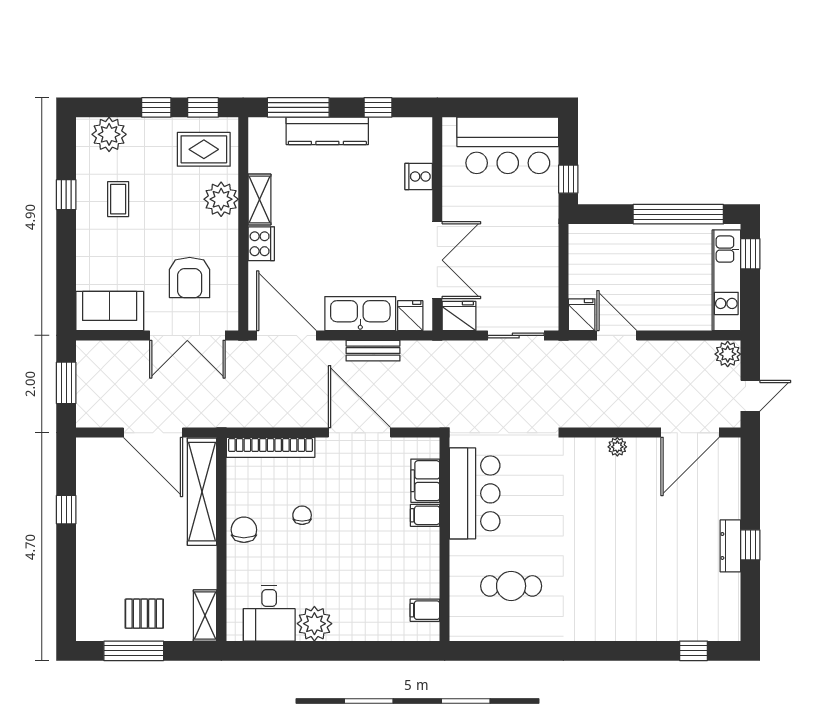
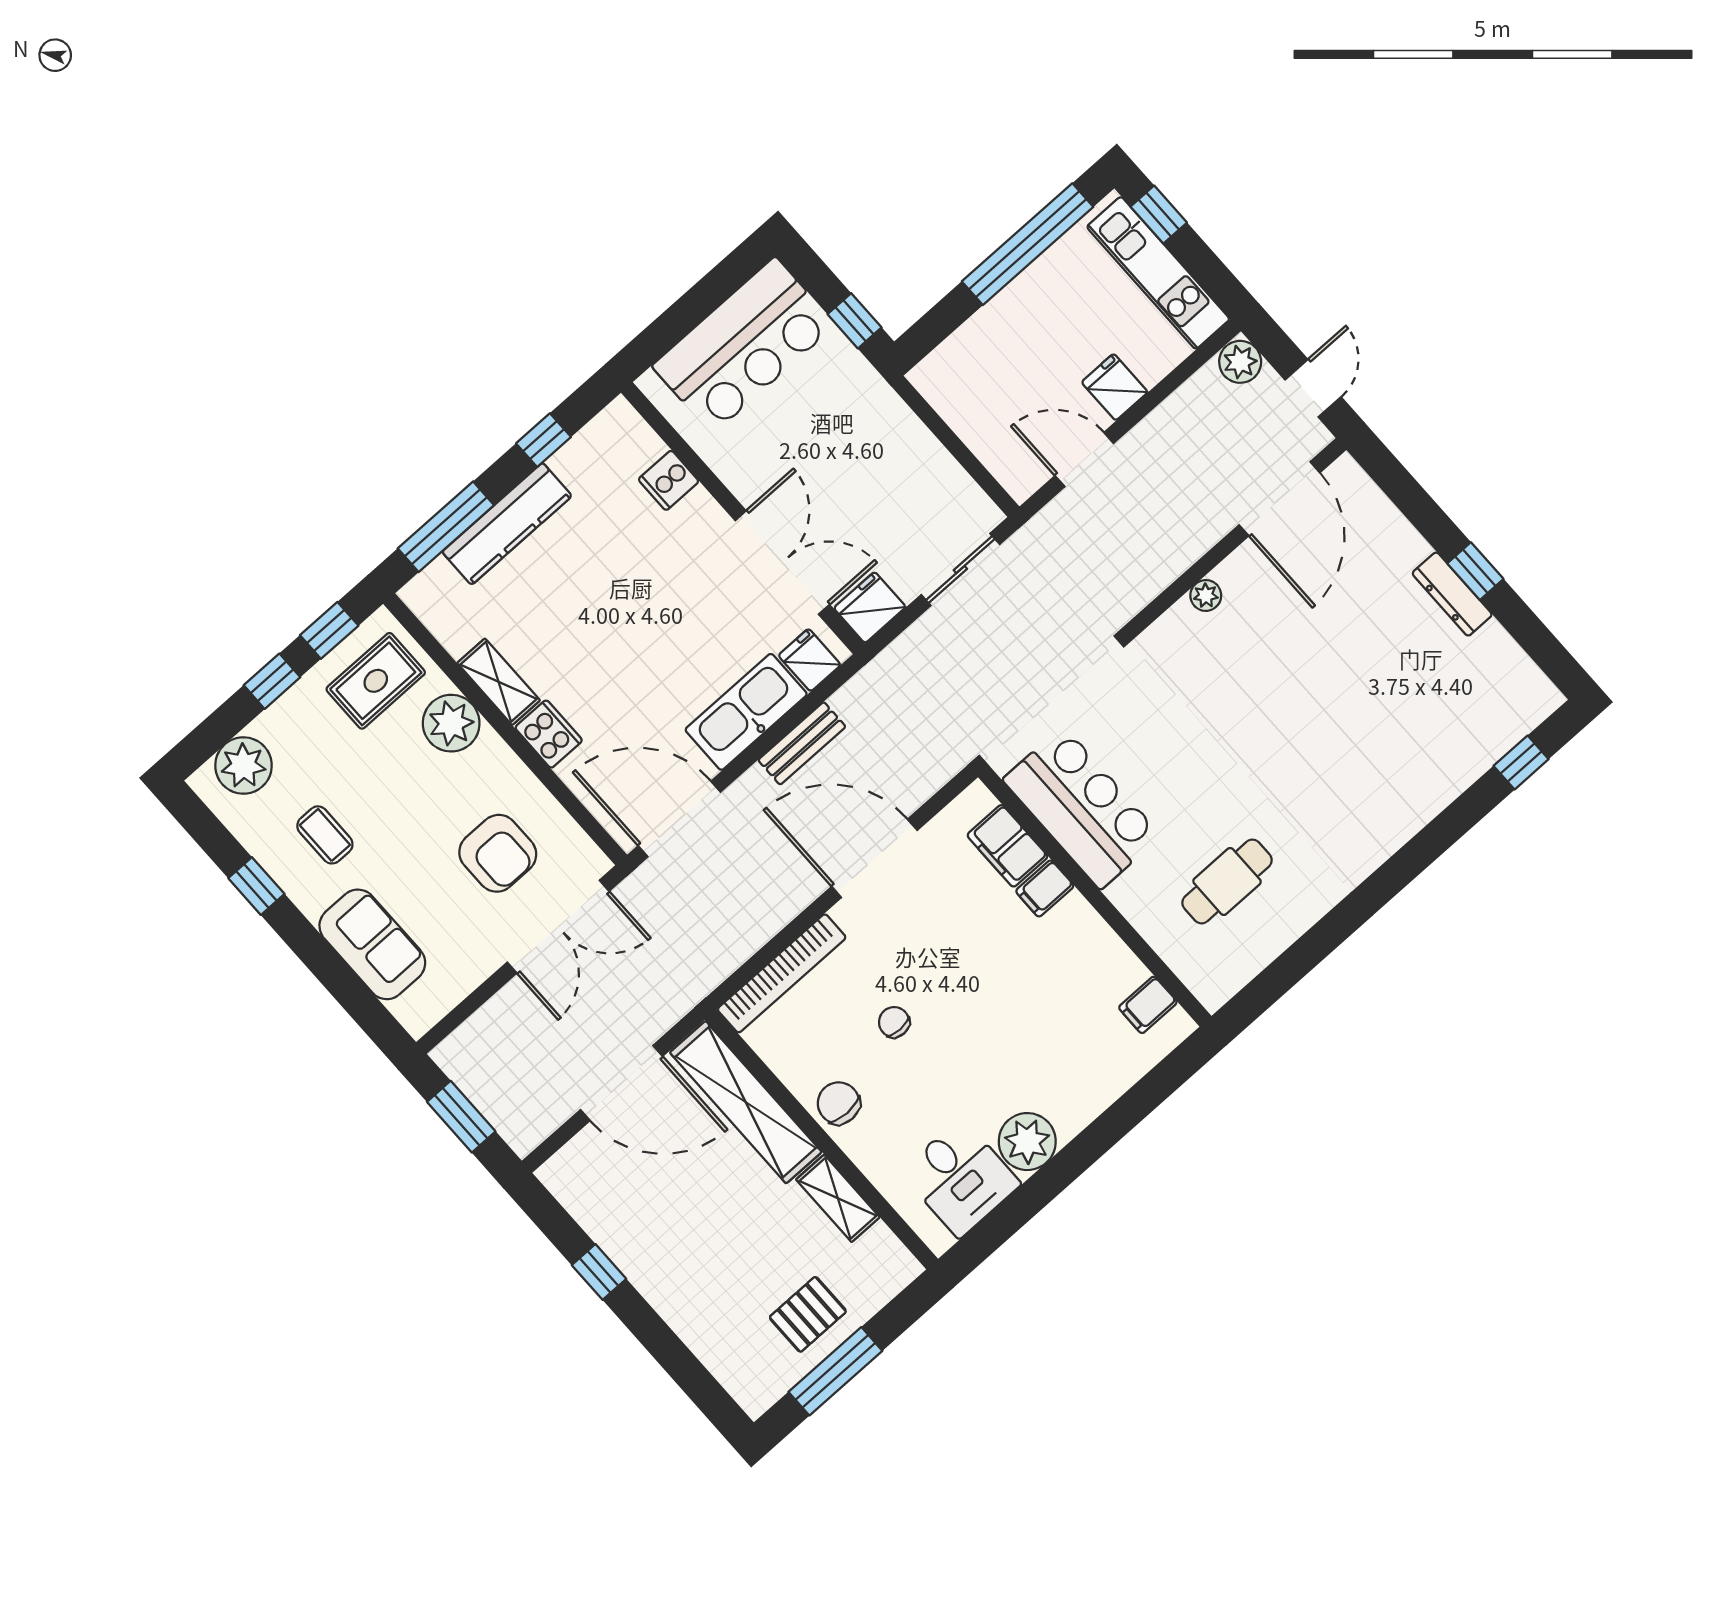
sofa: (110, 311) -> (372, 944), moved, turned 90
fridge: (582, 315) -> (1115, 387), moved
shelving: (205, 615) -> (838, 1198), moved

